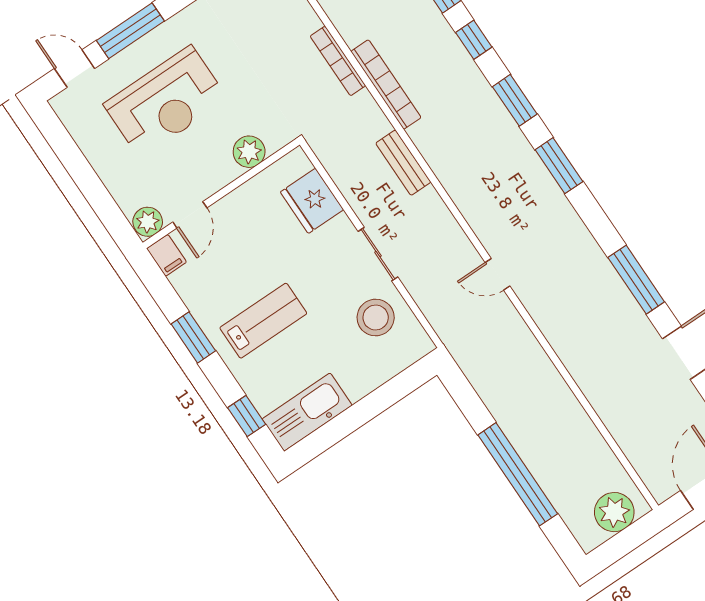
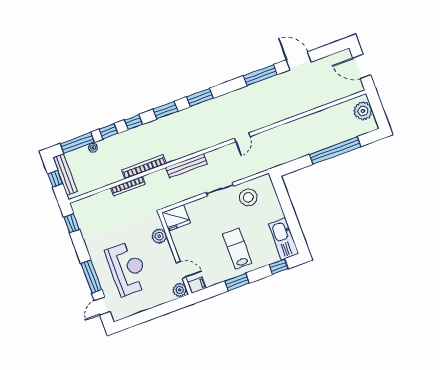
bench: (403, 163) -> (186, 166), width x1.36
fridge: (312, 201) -> (176, 218), moved

